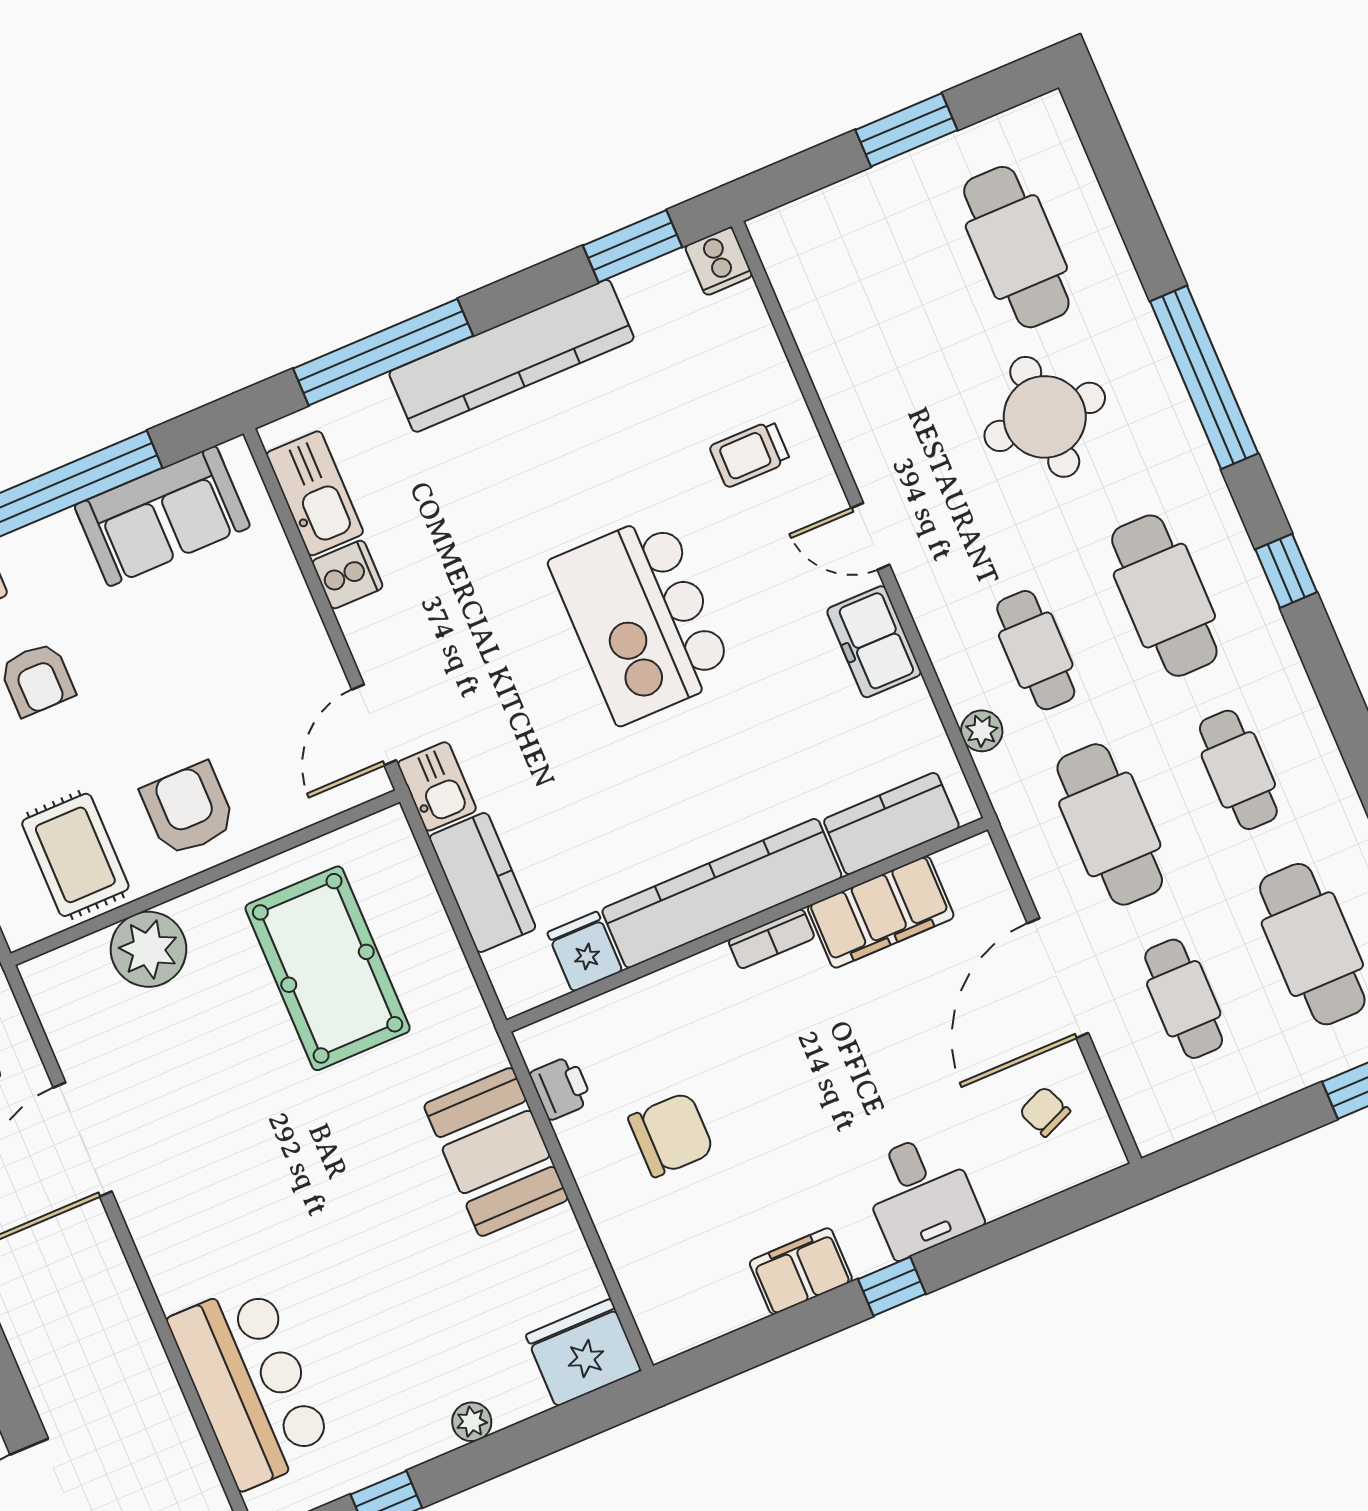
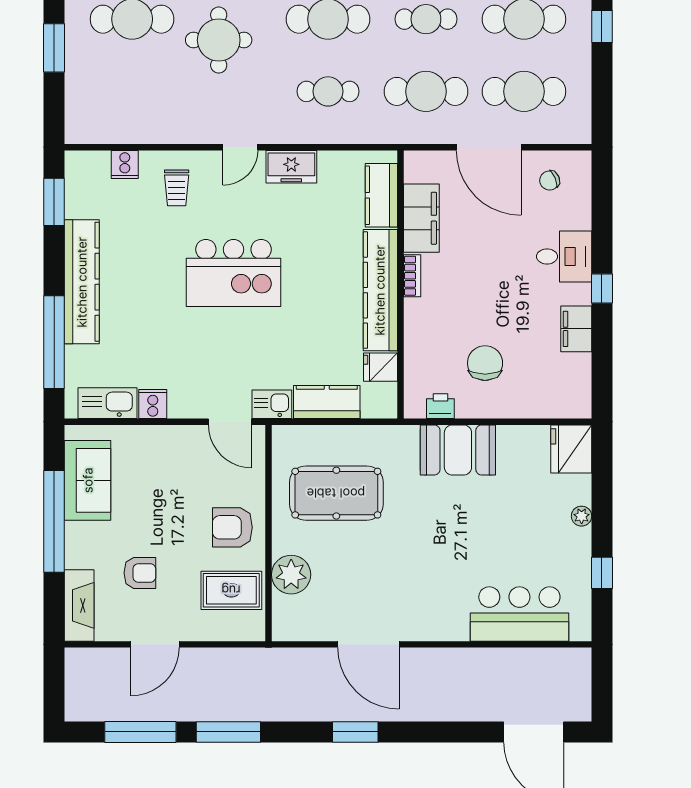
cooker: (719, 261) -> (125, 165), moved, turned 90
plant: (982, 731) -> (356, 133), removed
cafe table: (1184, 999) -> (524, 91), width x1.37, depth x1.35

